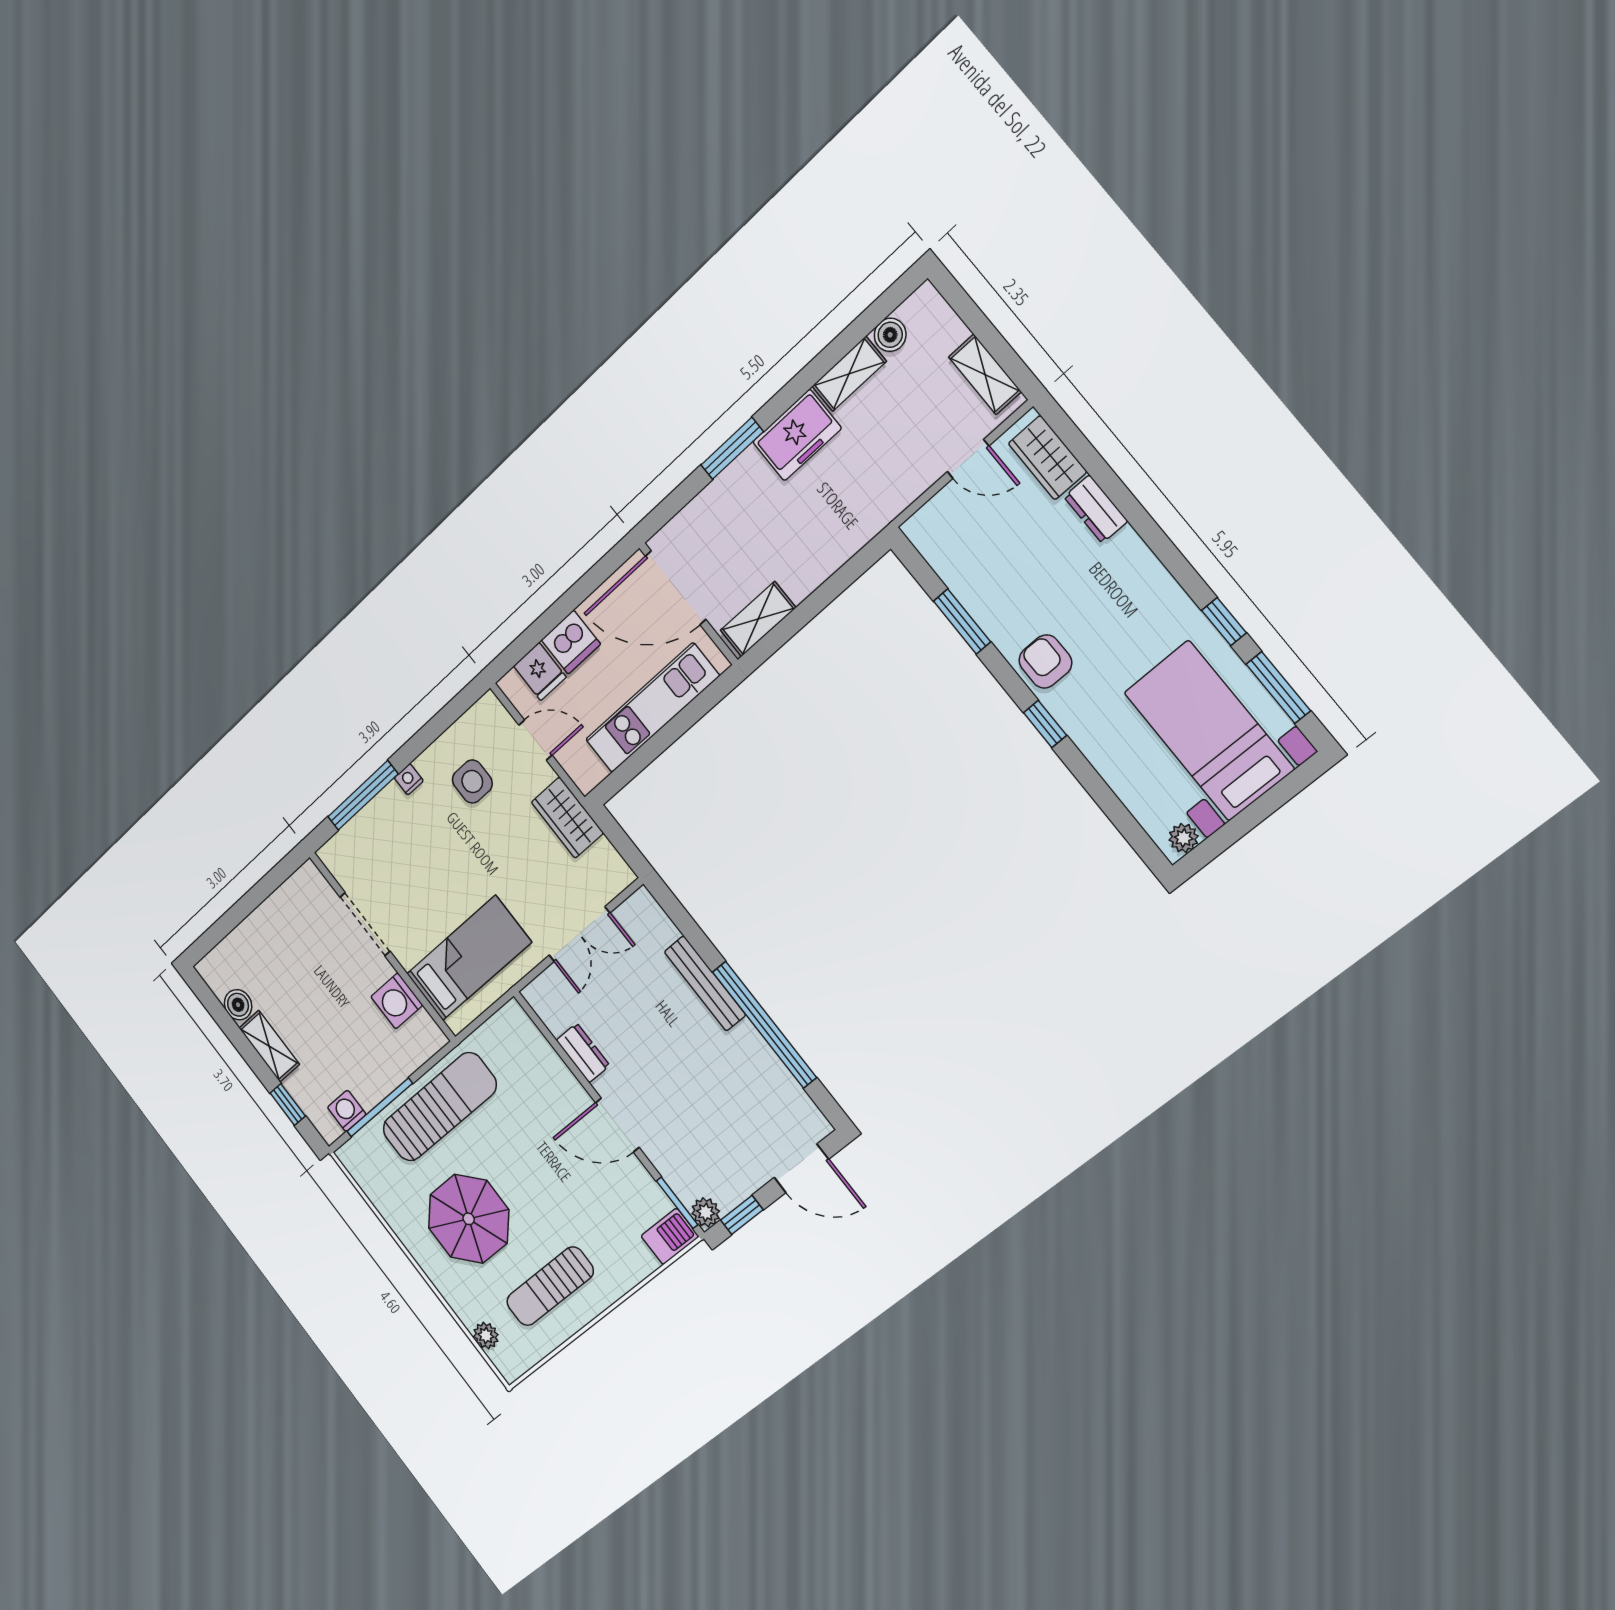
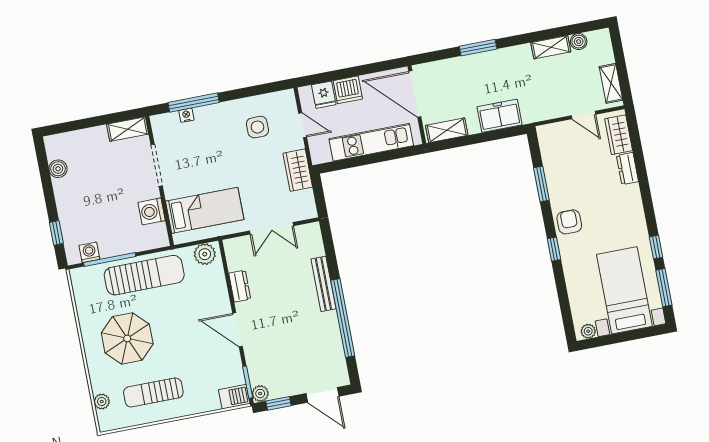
freezer: (797, 435) -> (500, 116), moved, turned 180
nightstand: (409, 779) -> (186, 115), moved
plant: (506, 1028) -> (205, 254), added
shelving: (269, 1046) -> (128, 129), moved, turned 90

